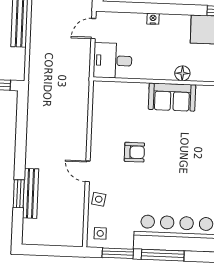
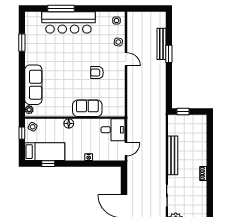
sofa: (172, 97) -> (87, 108), moved
window: (19, 194) -> (169, 54), moved
window: (118, 253) -> (105, 8), removed
window: (163, 255) -> (61, 8), moved

